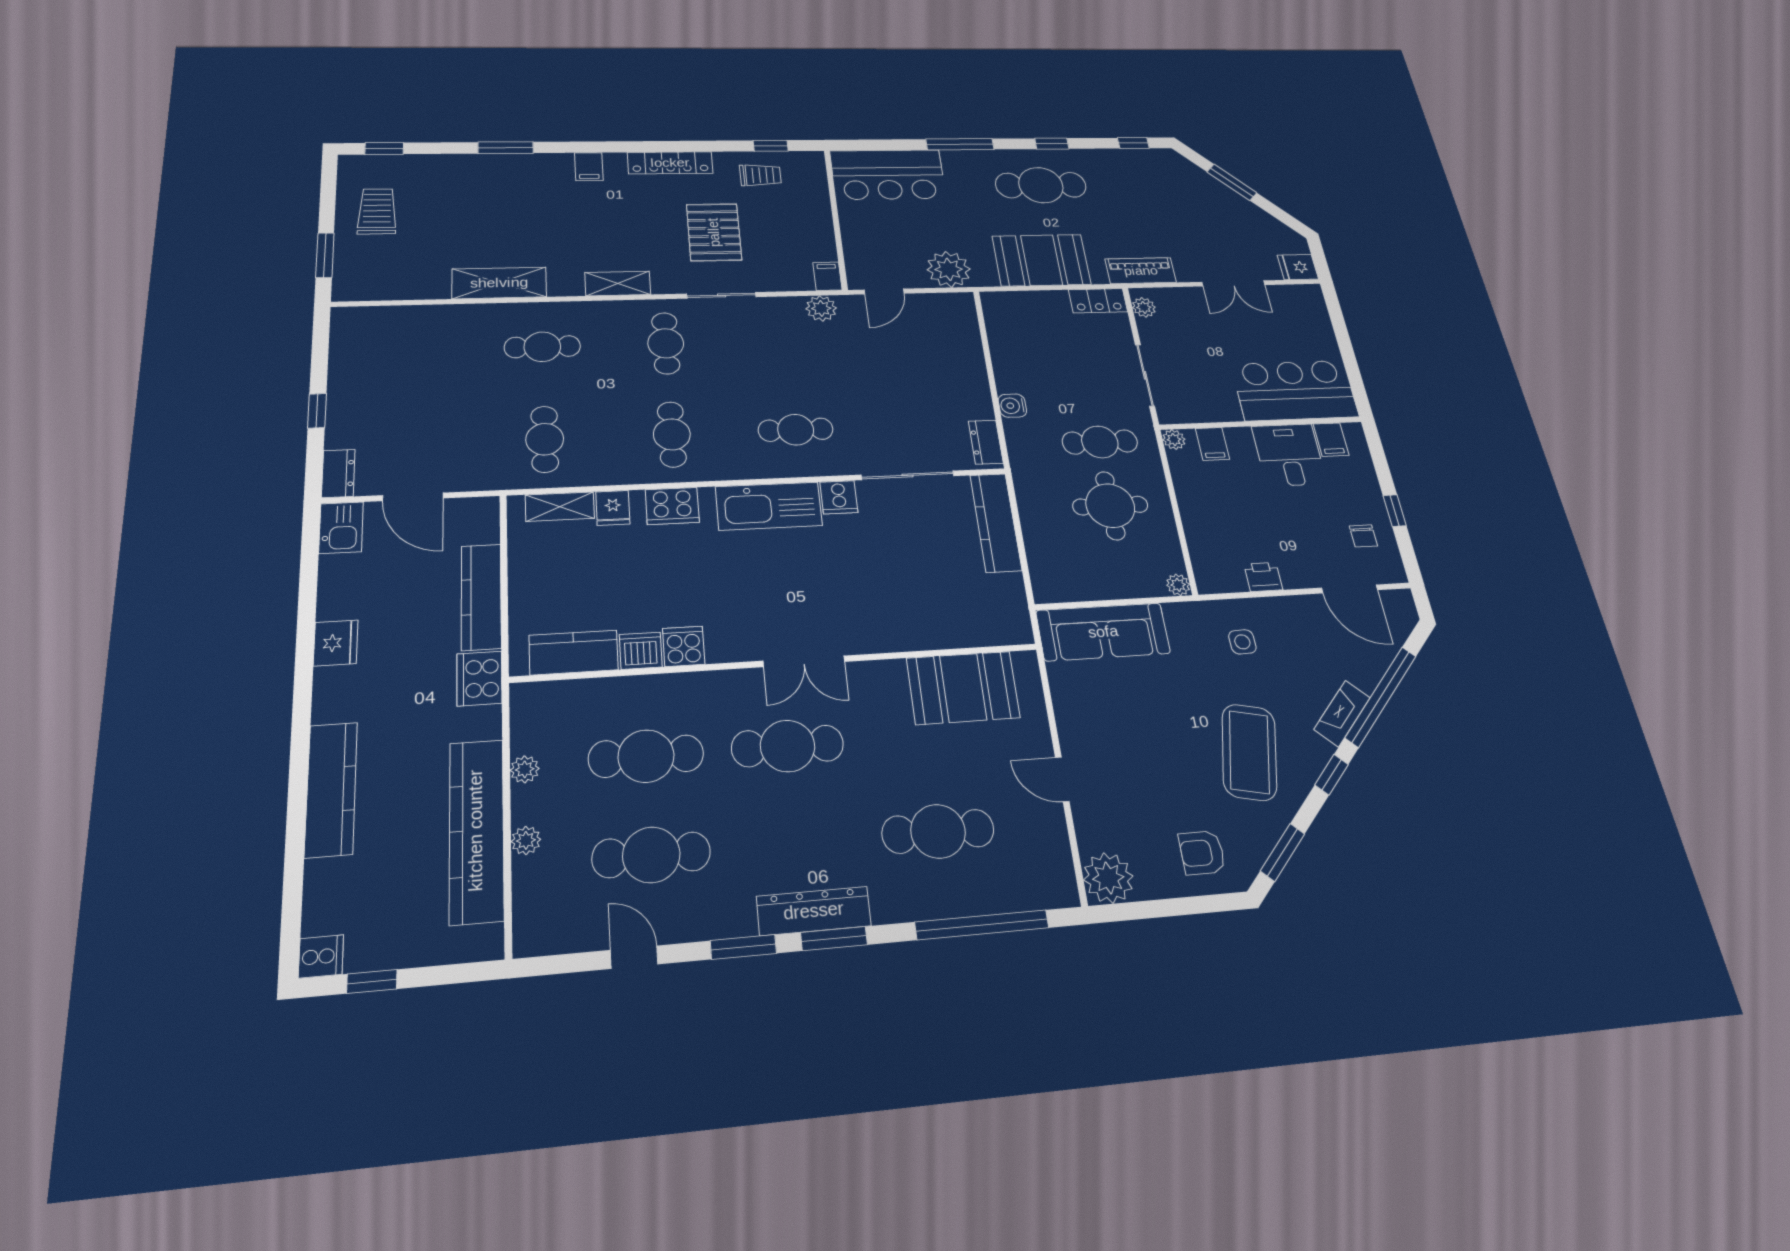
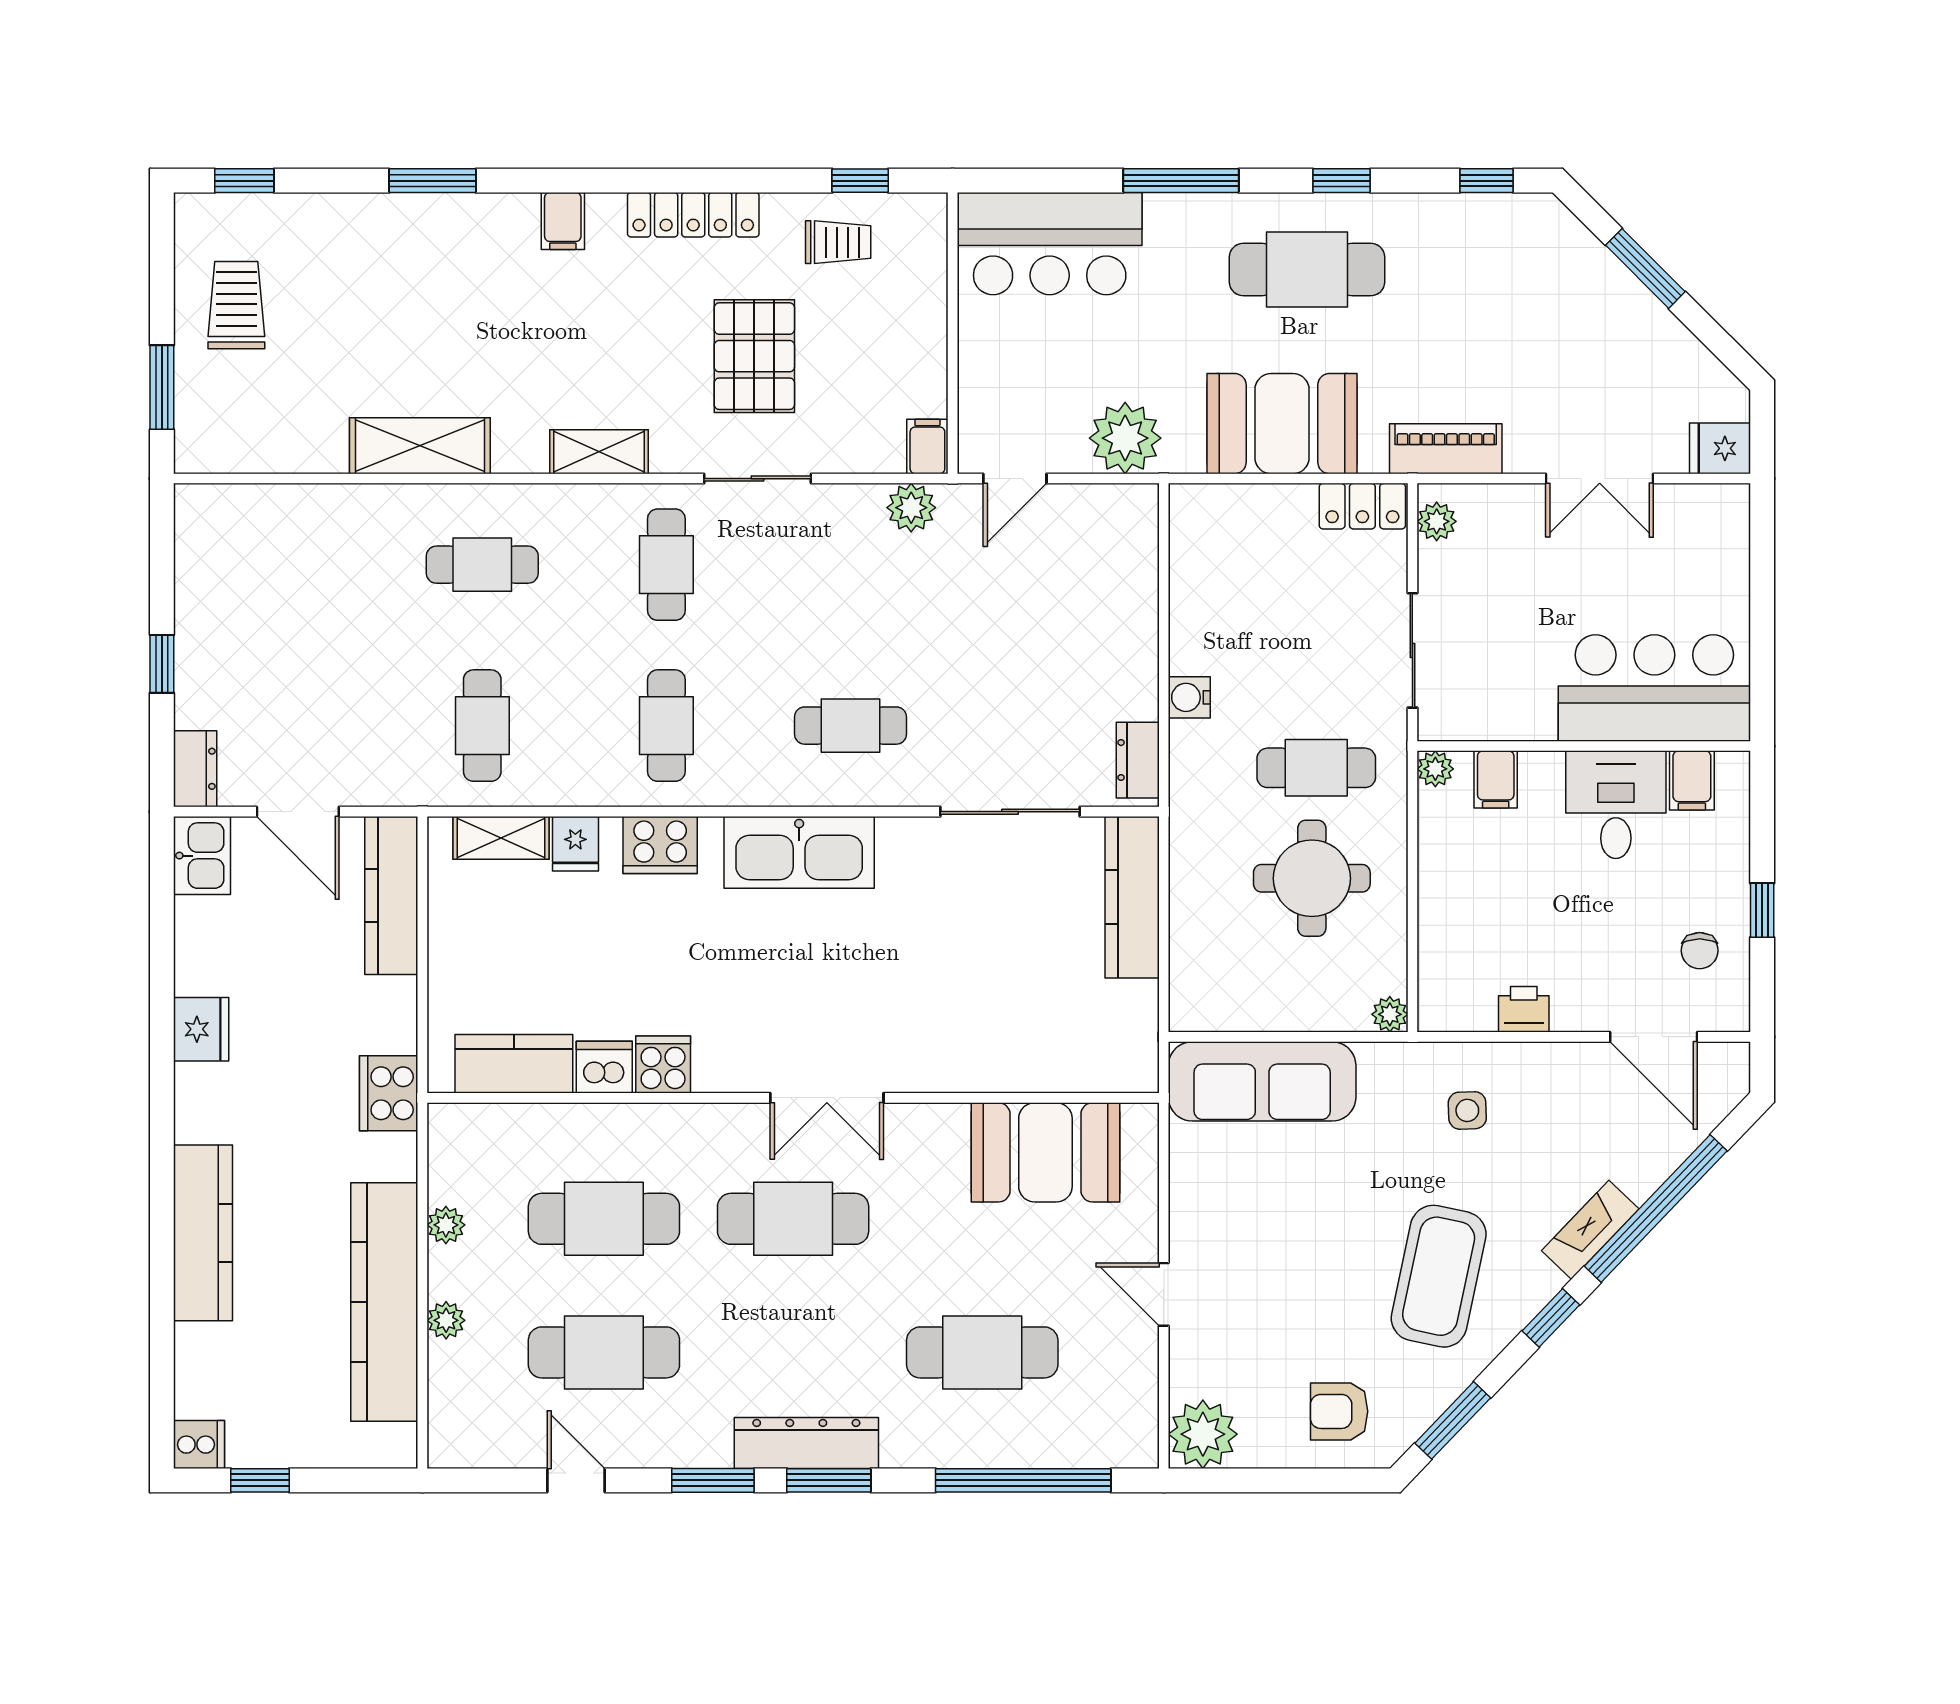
cooker: (839, 497) -> (903, 843), removed
kitchen counter: (481, 597) -> (391, 896), moved

